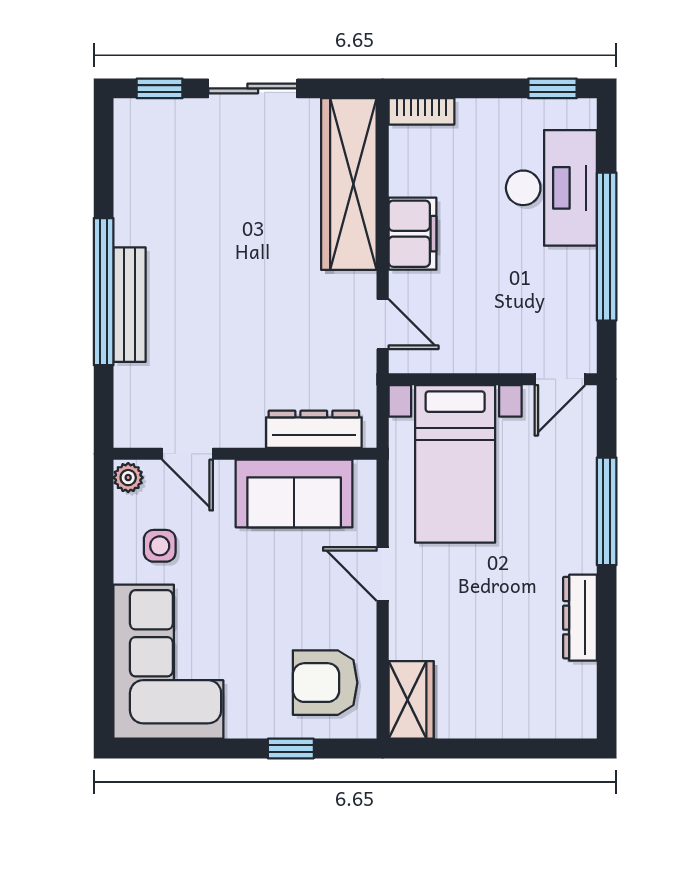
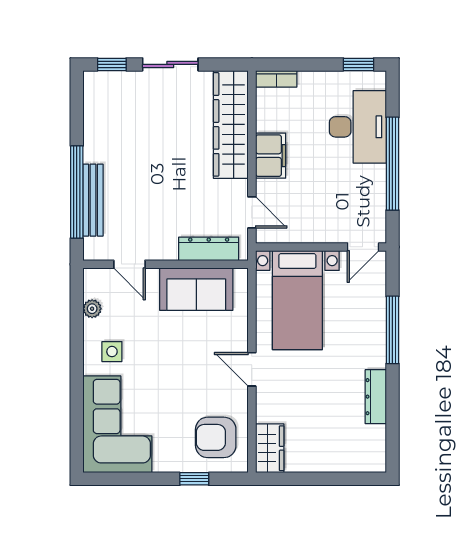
dresser: (314, 429) -> (209, 249), moved
door: (188, 454) -> (129, 264), moved
wall: (245, 454) -> (166, 264), moved
sofa: (294, 494) -> (196, 289), moved

